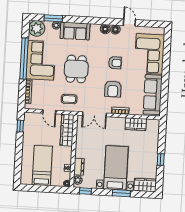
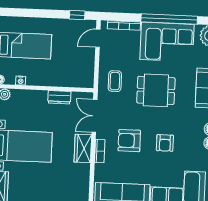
door: (49, 112) -> (98, 38), moved
wardrobe: (136, 124) -> (83, 148), moved
wardrobe: (67, 130) -> (72, 79), removed
dresser: (79, 167) -> (59, 97), moved

